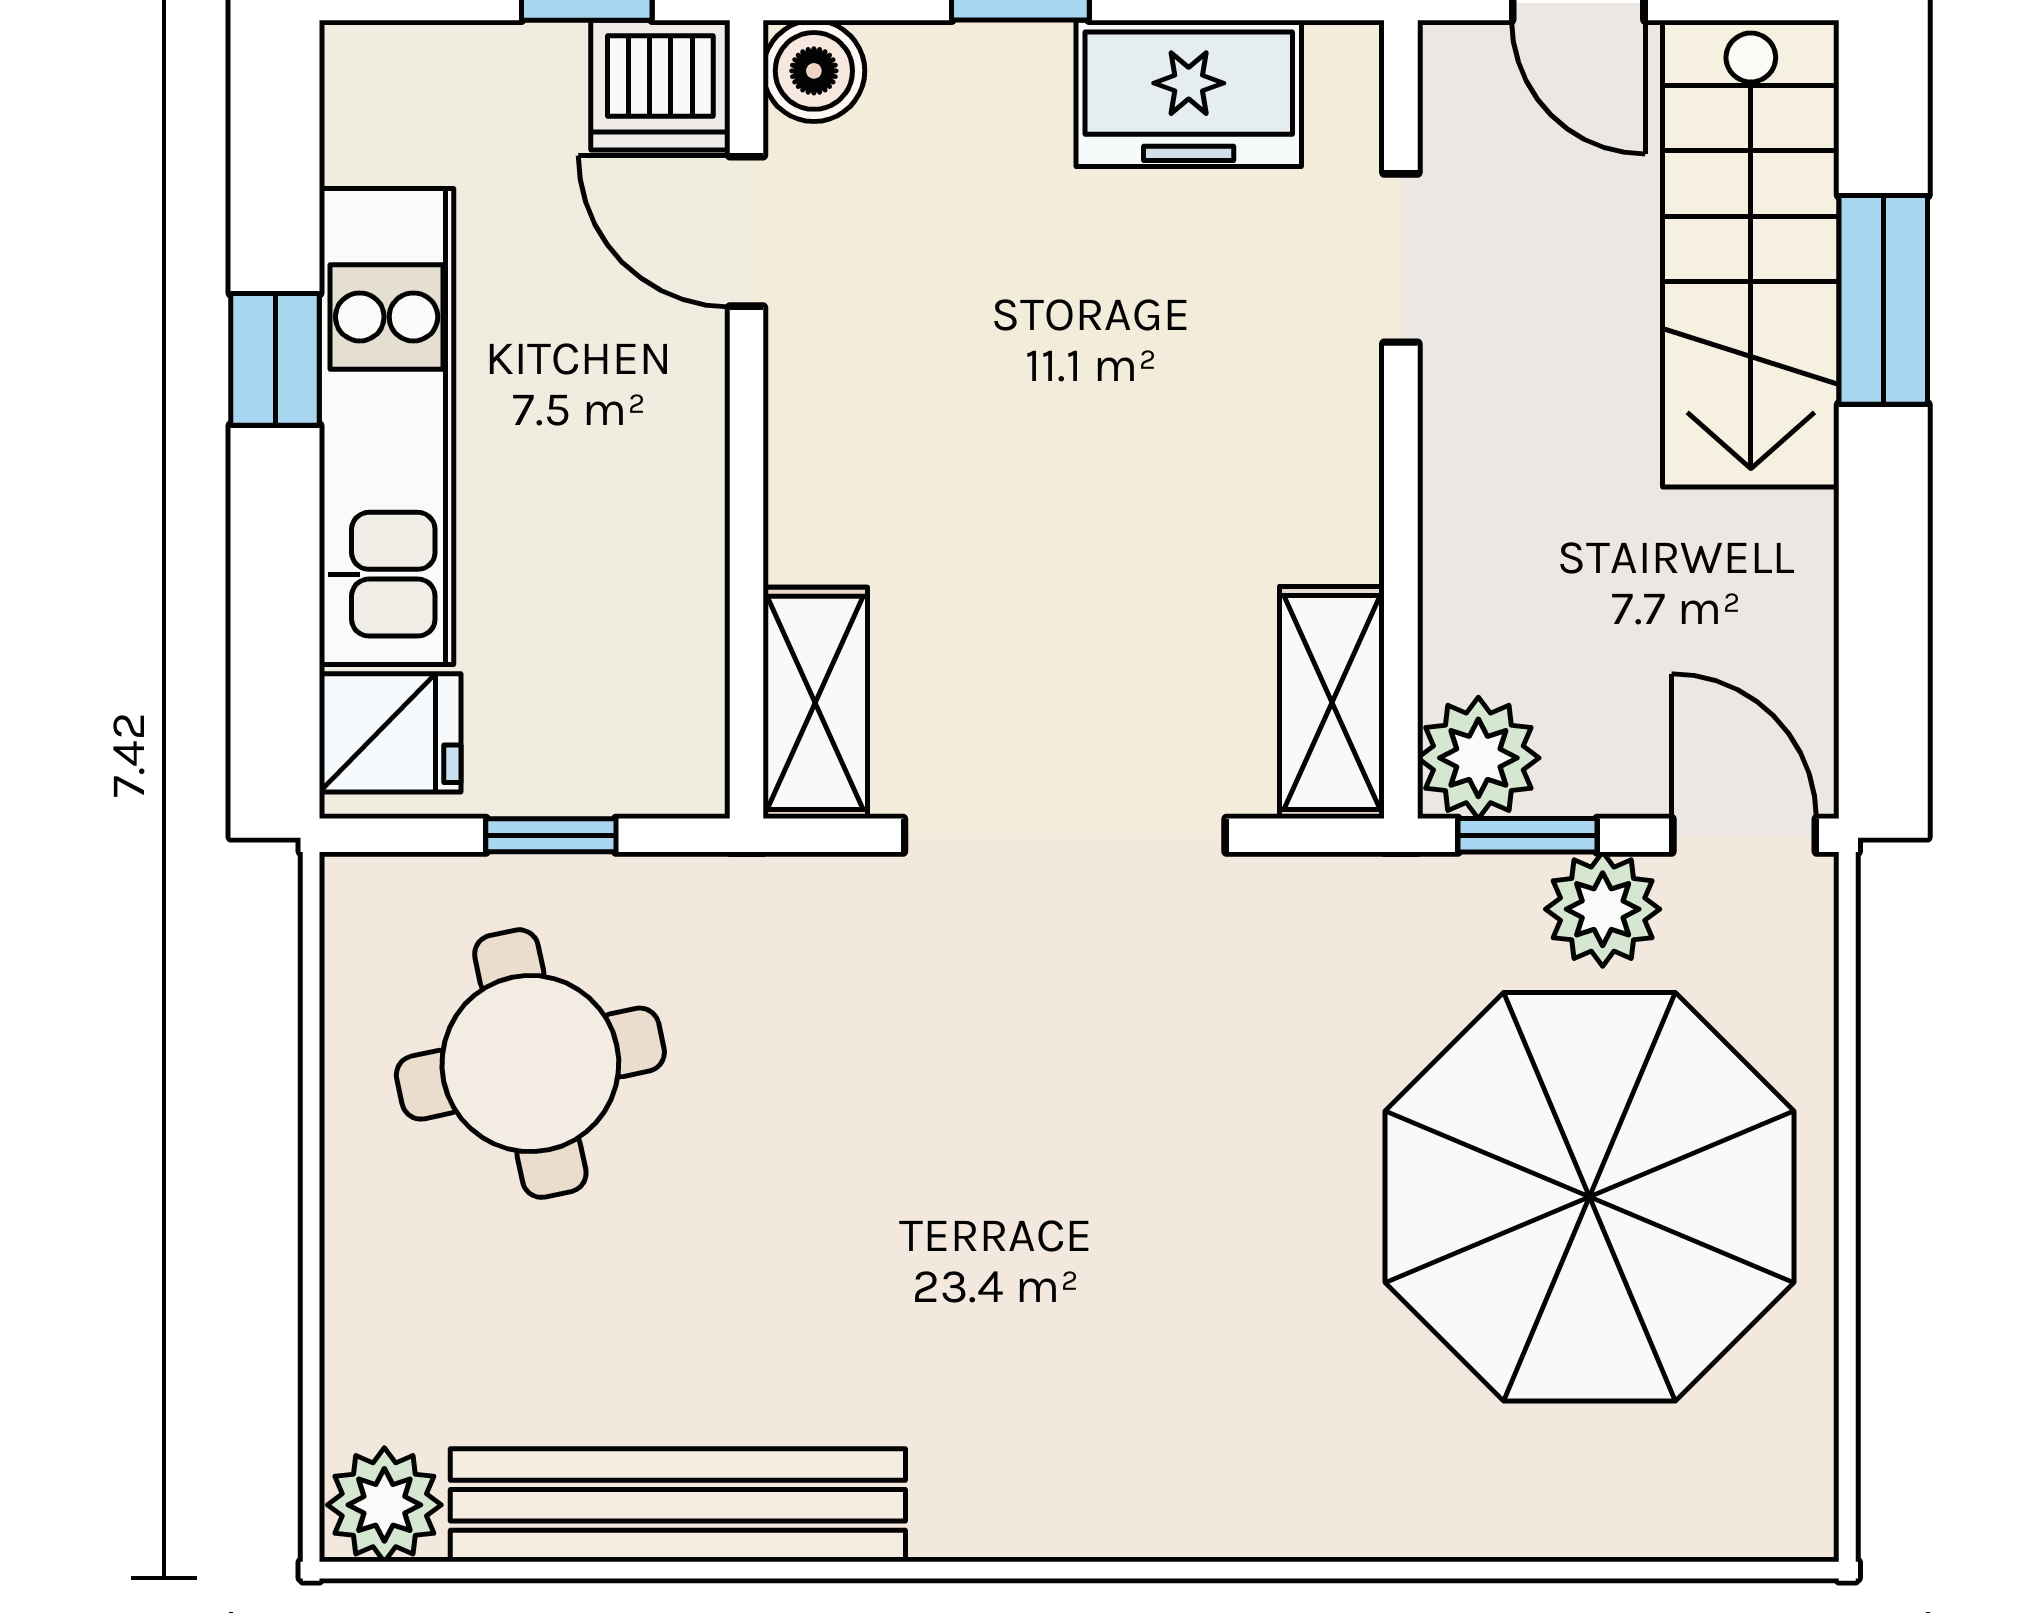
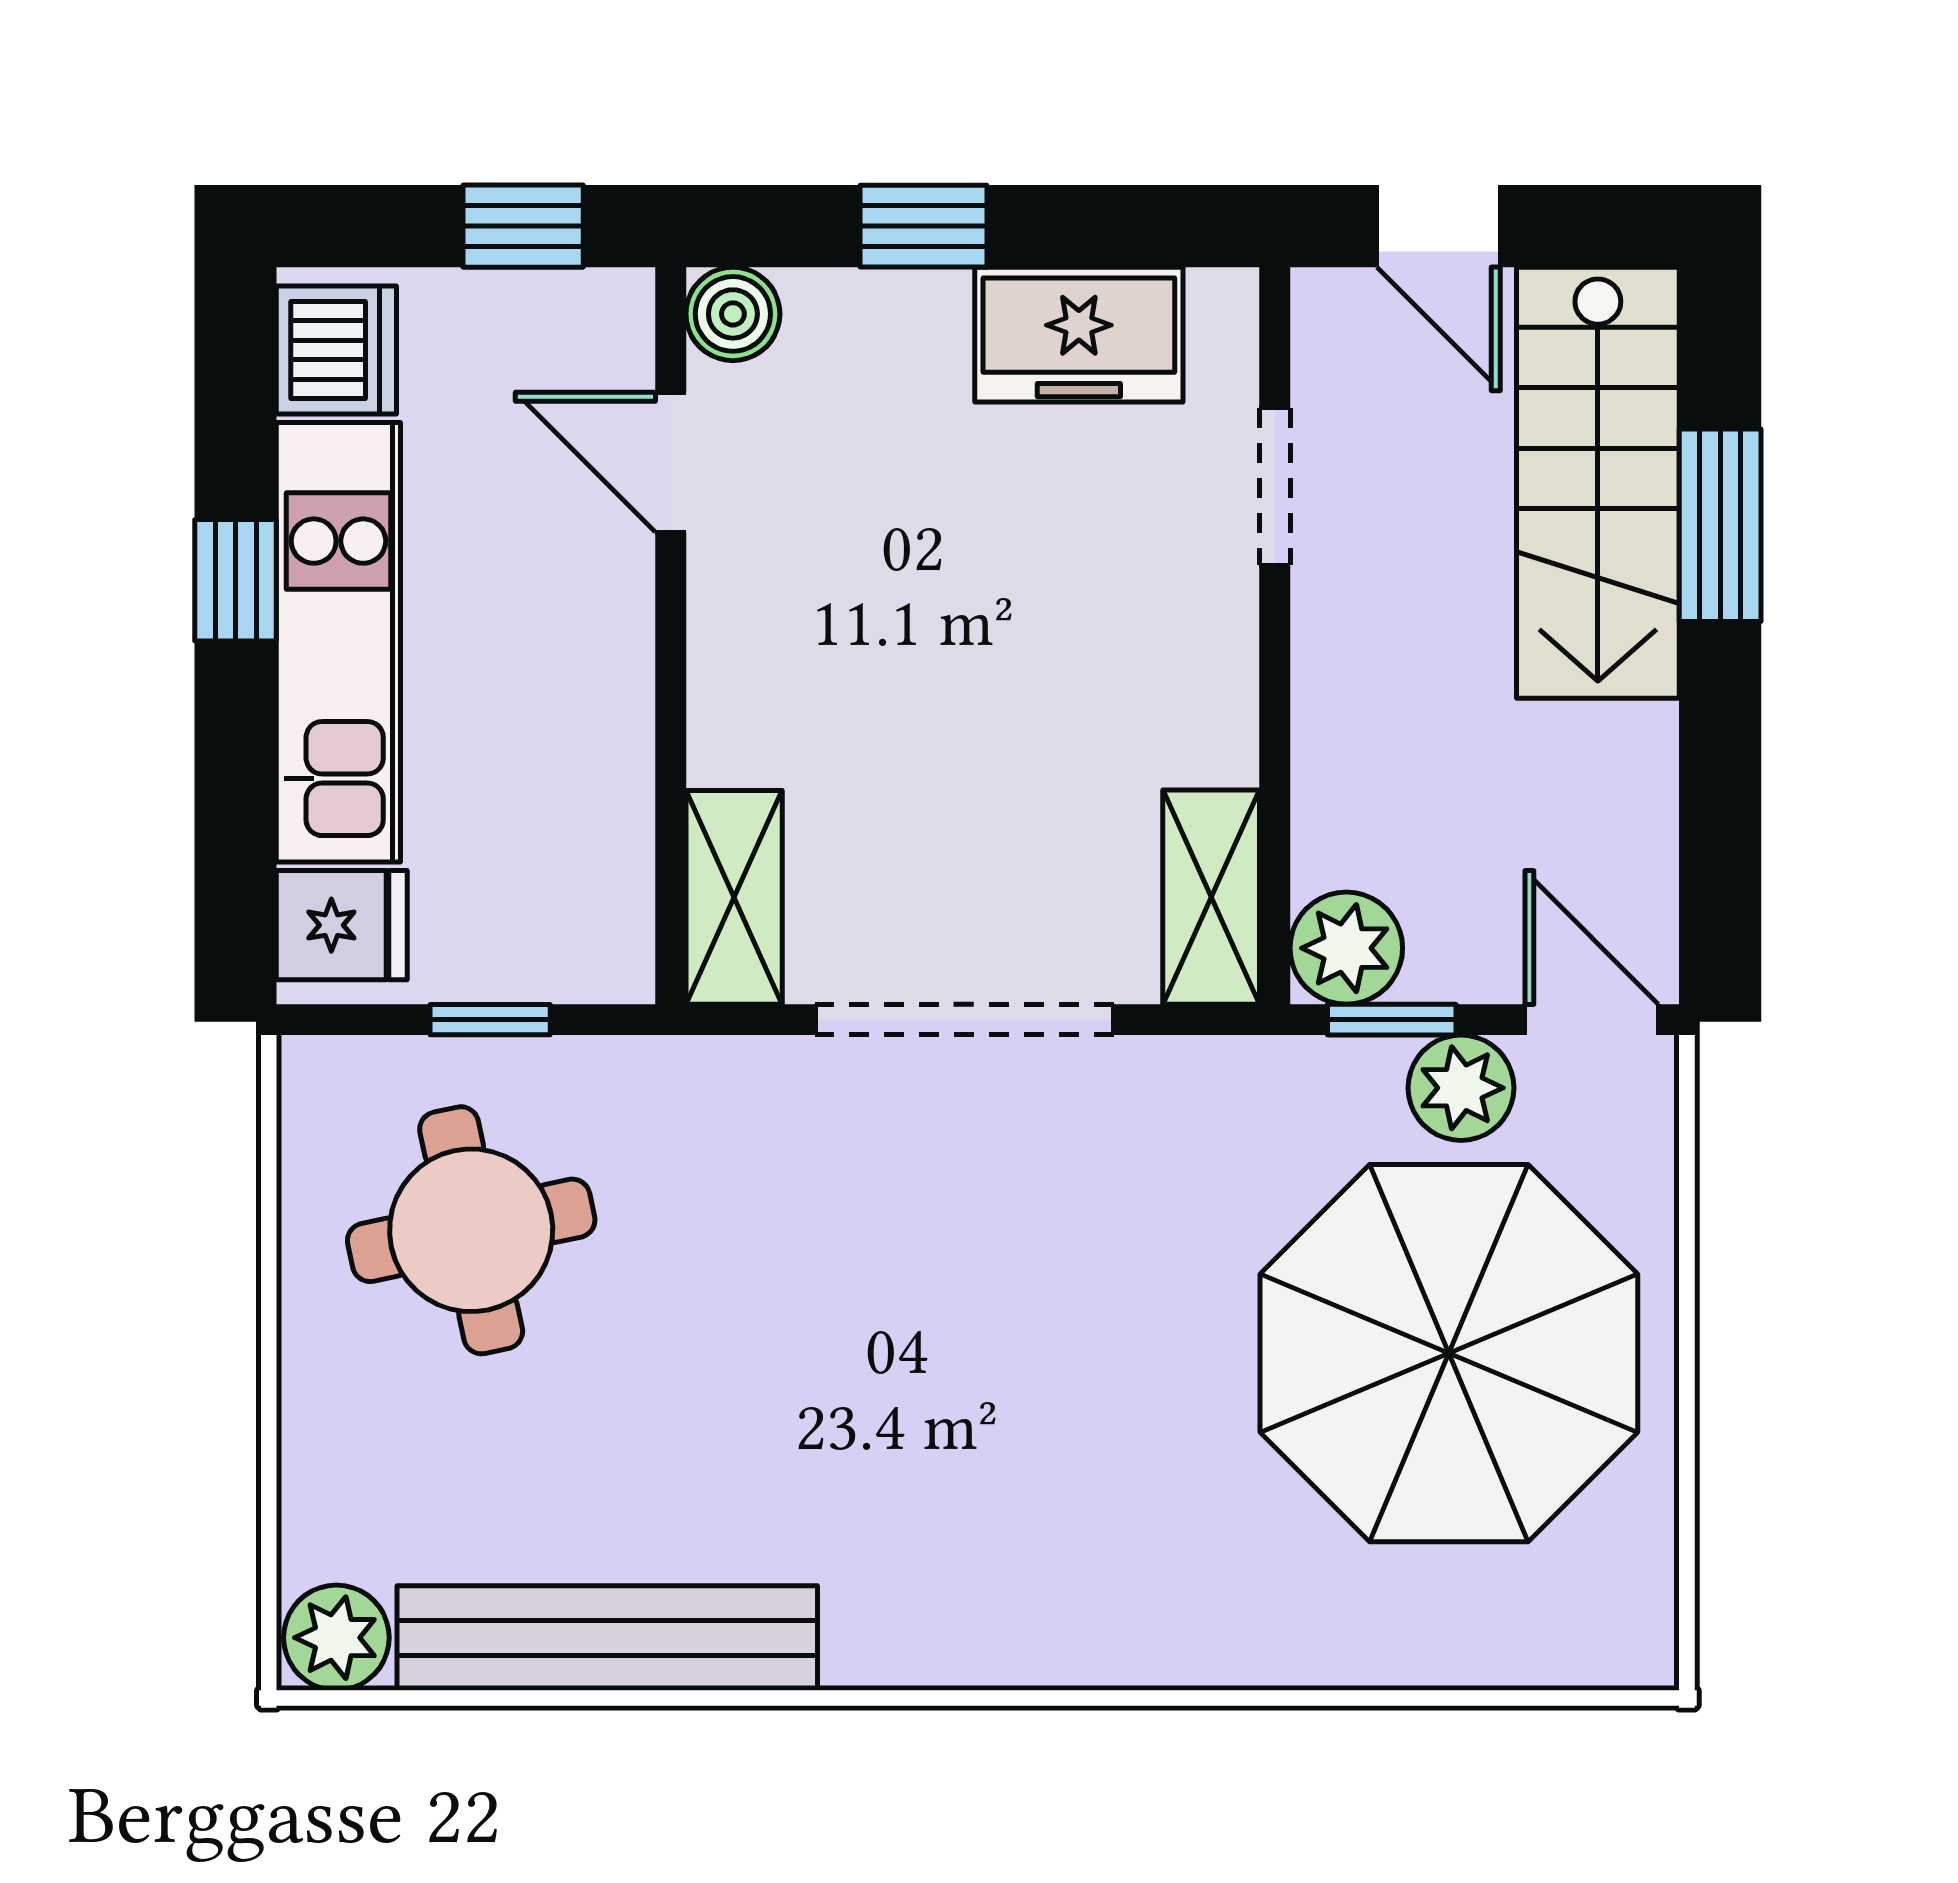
dishwasher: (660, 85) -> (336, 350), moved, turned -90

